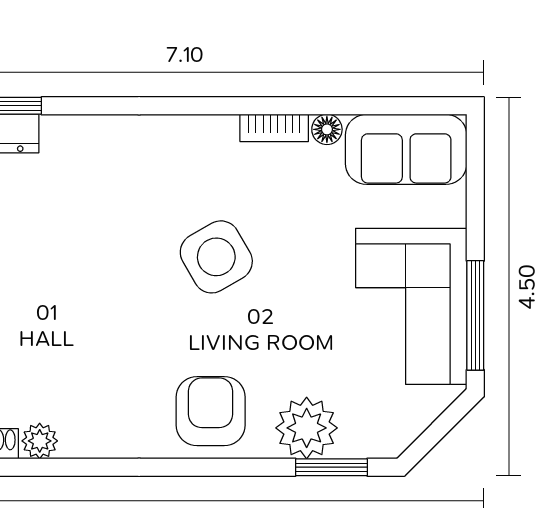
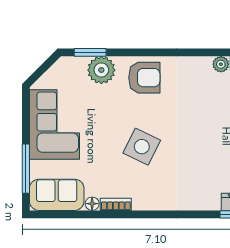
side table: (216, 257) -> (142, 147), turned -34
window: (475, 315) -> (26, 169), moved
armchair: (211, 411) -> (144, 78), turned -90

